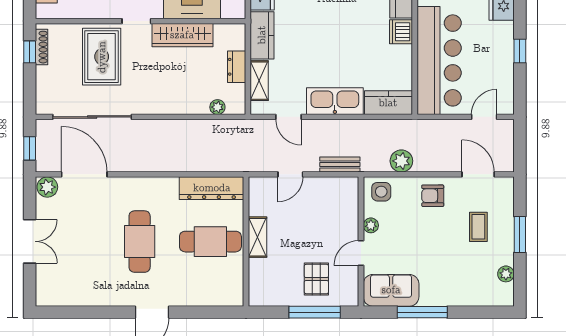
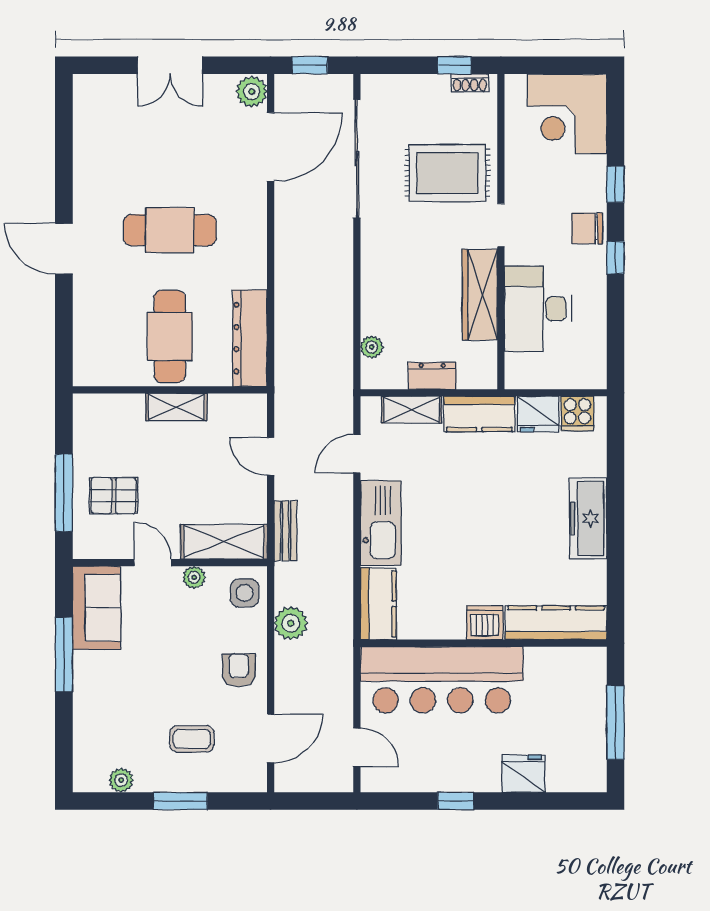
shoe rack: (42, 47) -> (470, 83), width x0.70
shelving: (347, 206) -> (224, 542), added

